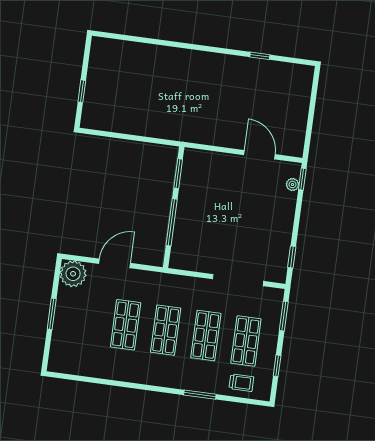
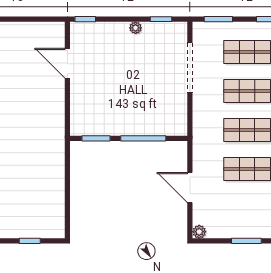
door: (260, 155) -> (67, 63), hinge flipped
plant: (292, 185) -> (136, 28), moved
plant: (73, 274) -> (199, 232), width x0.53, depth x0.53

